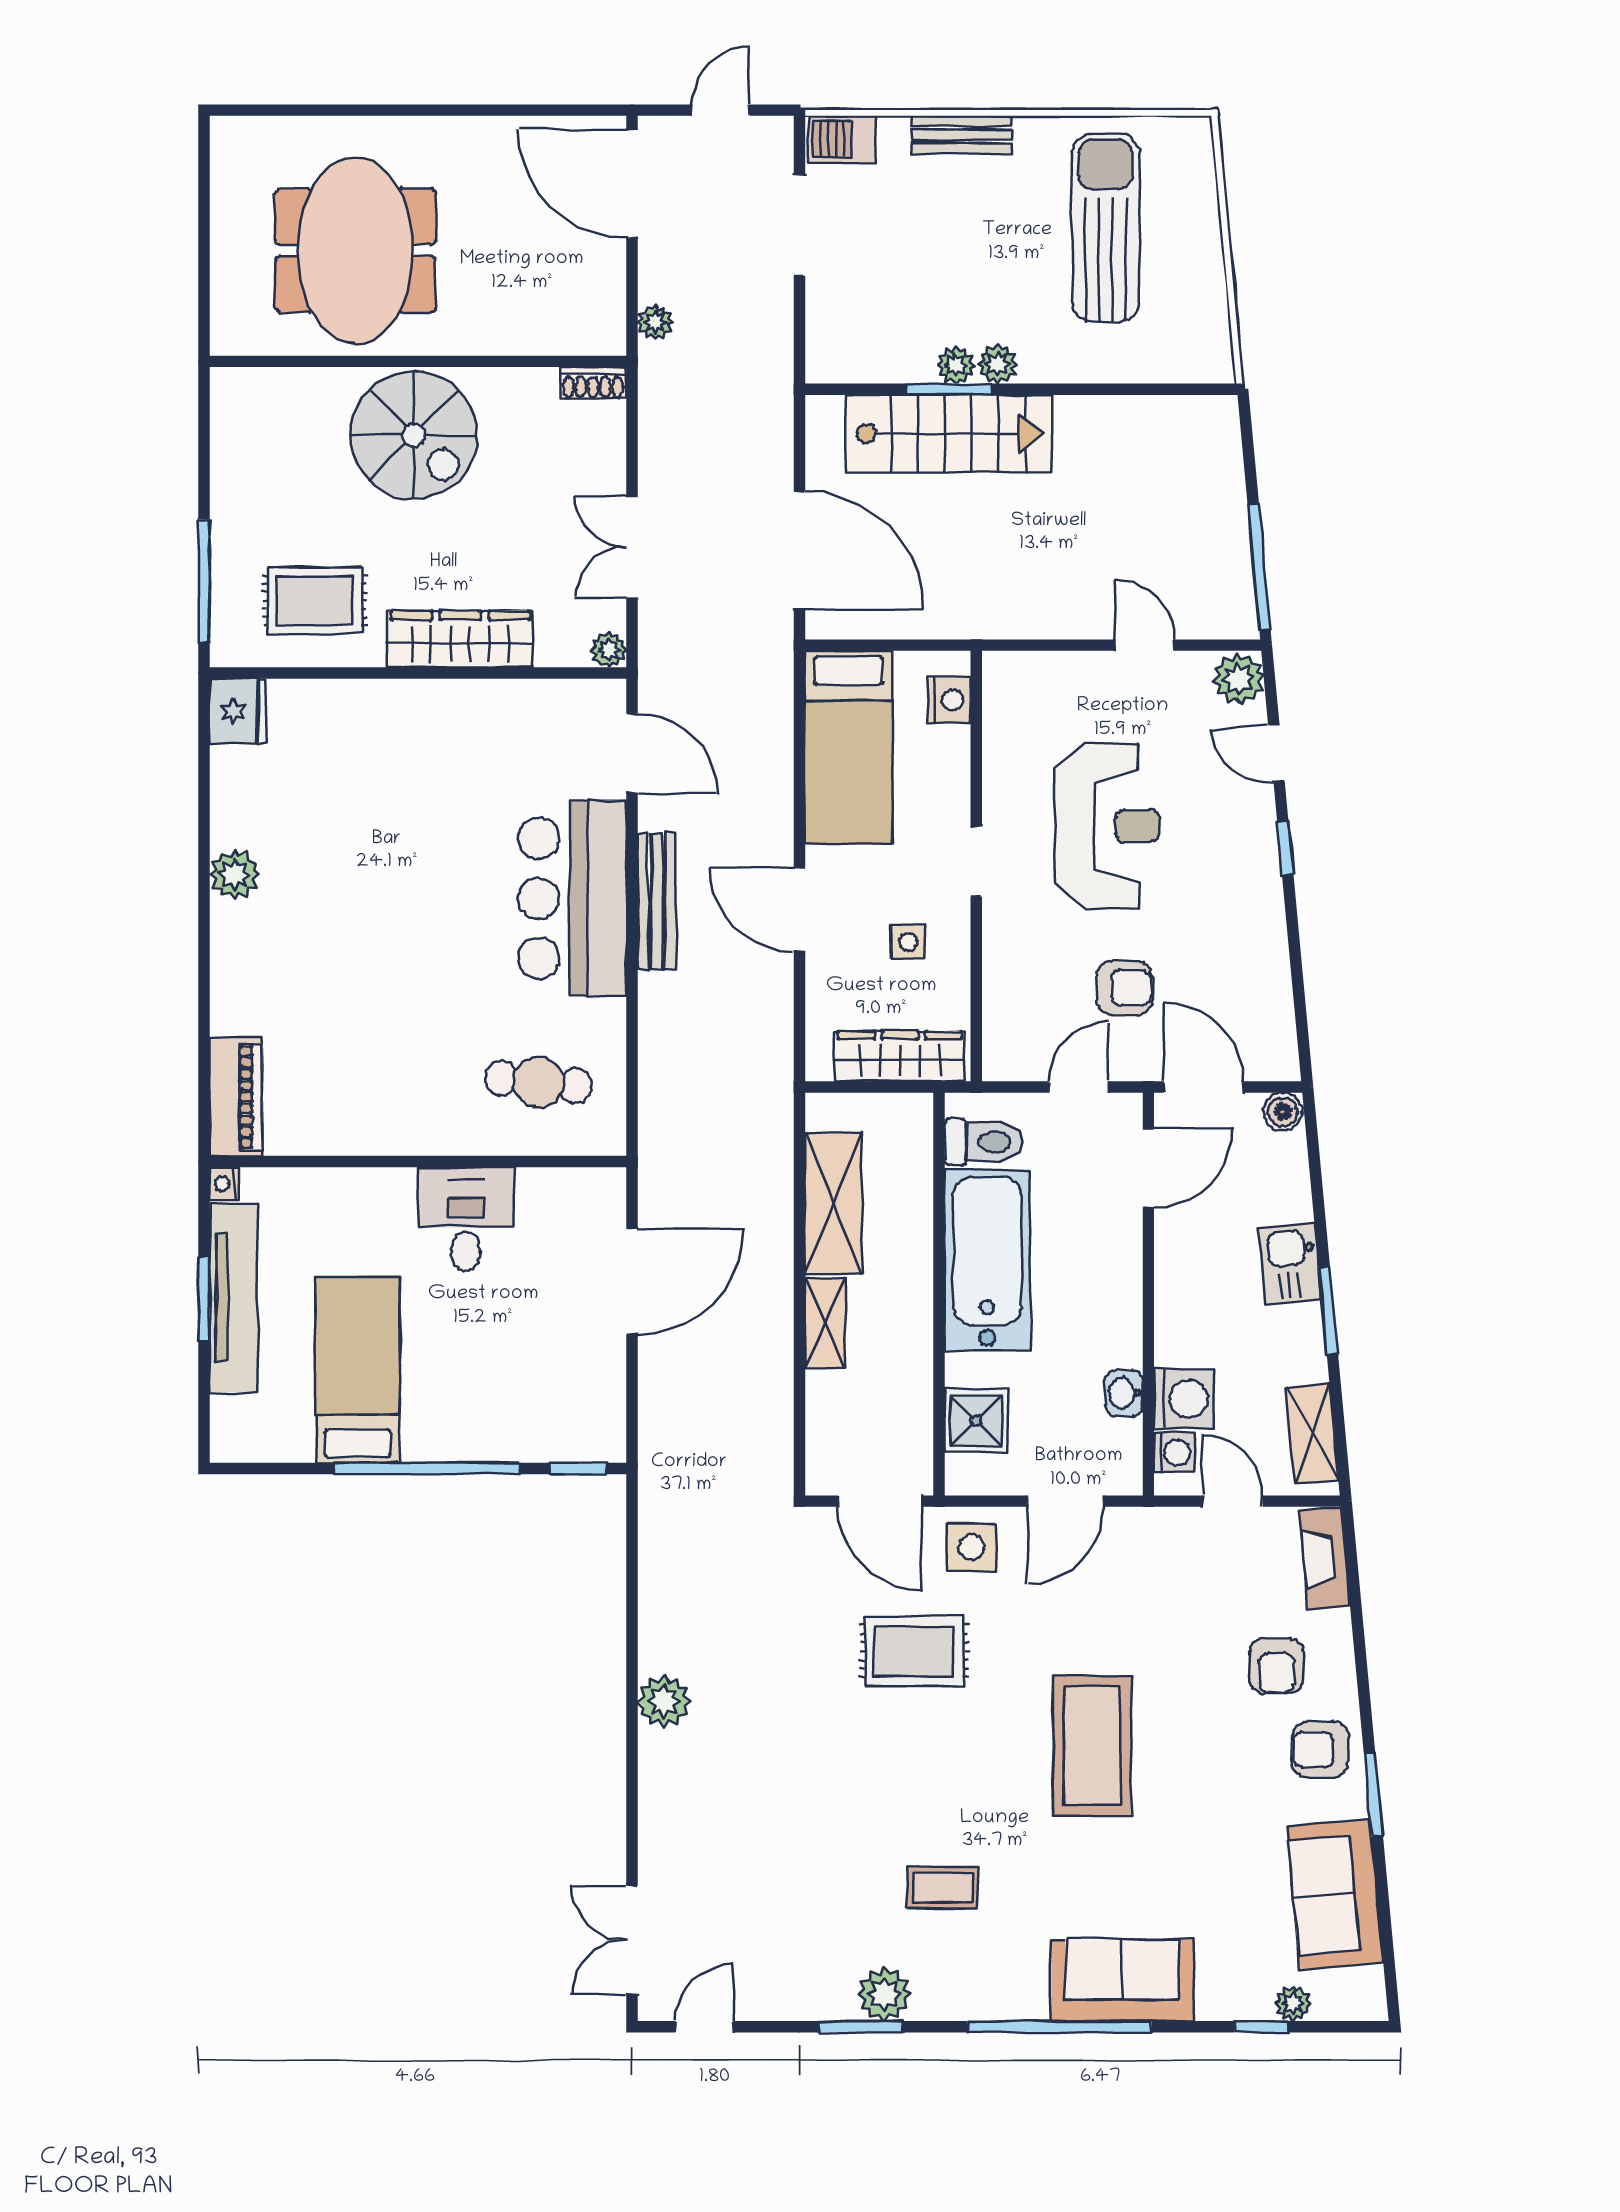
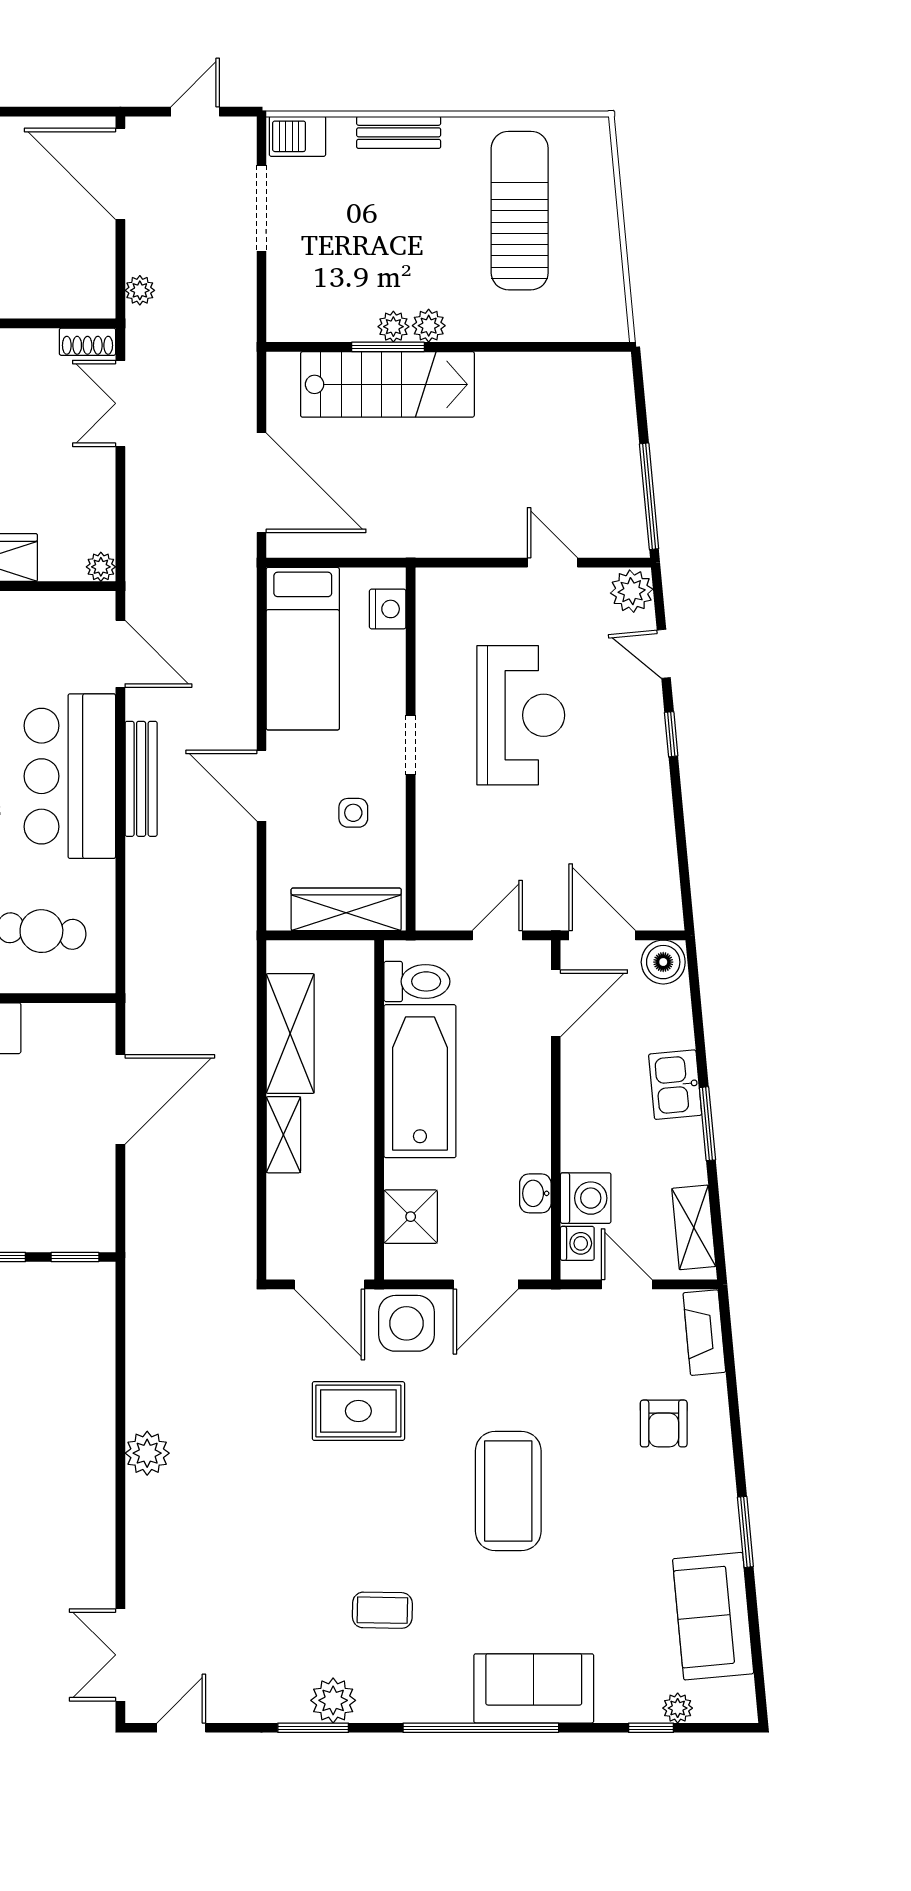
double door: (632, 547) -> (120, 403), moved
armchair: (1124, 988) -> (536, 852), removed
boiler: (1283, 1112) -> (663, 962), width x1.36, depth x1.36
side table: (971, 1547) -> (406, 1323), width x1.37, depth x1.37
armchair: (1320, 1750) -> (701, 1494), removed

